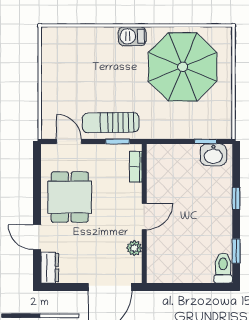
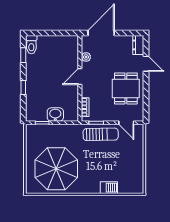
barbecue: (132, 36) -> (109, 188), moved
washbasin: (213, 155) -> (55, 115), moved

